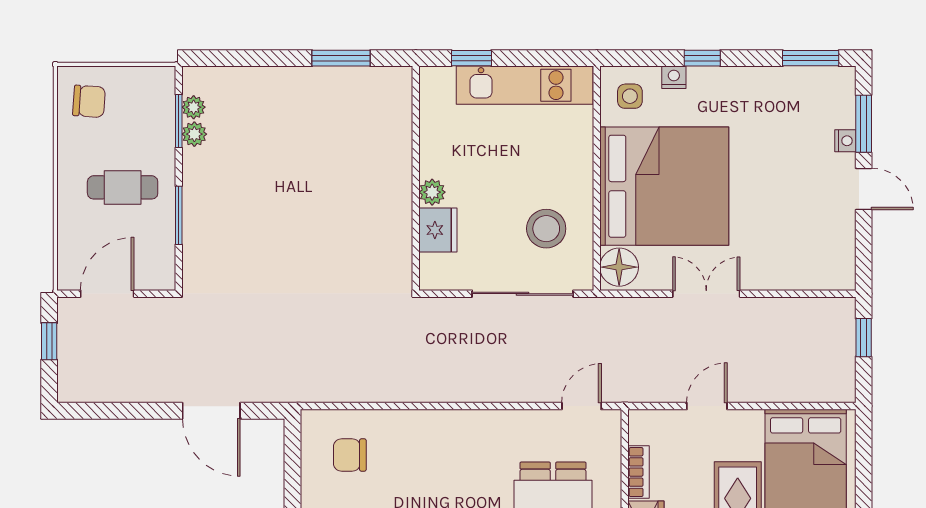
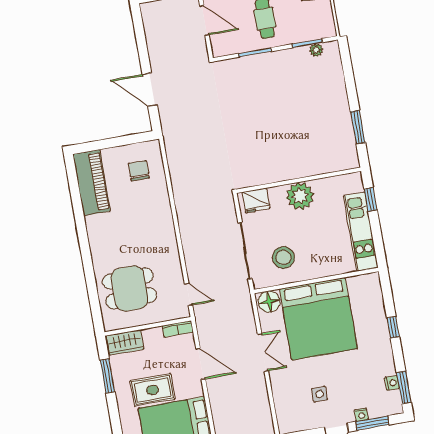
nightstand: (674, 77) -> (392, 383), moved
side table: (630, 96) -> (319, 394), moved
plant: (194, 134) -> (301, 53), removed
plant: (432, 192) -> (300, 196), width x1.88, depth x1.88
fridge: (438, 230) -> (256, 200), moved
door: (707, 406) -> (201, 364), width x1.38
door: (211, 411) -> (150, 90), hinge flipped
bookcase: (639, 472) -> (178, 329), moved

